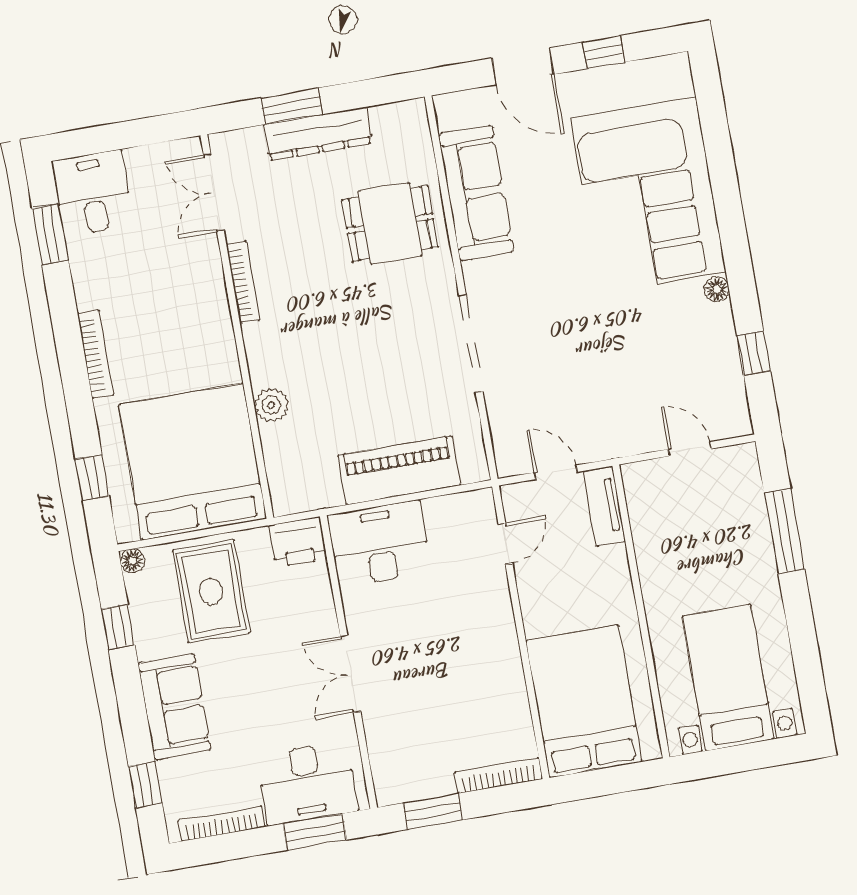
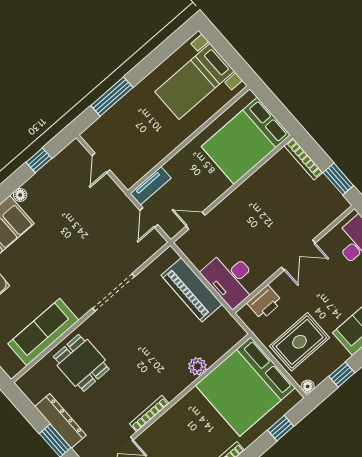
printer: (298, 542) -> (265, 302), moved, turned 90

